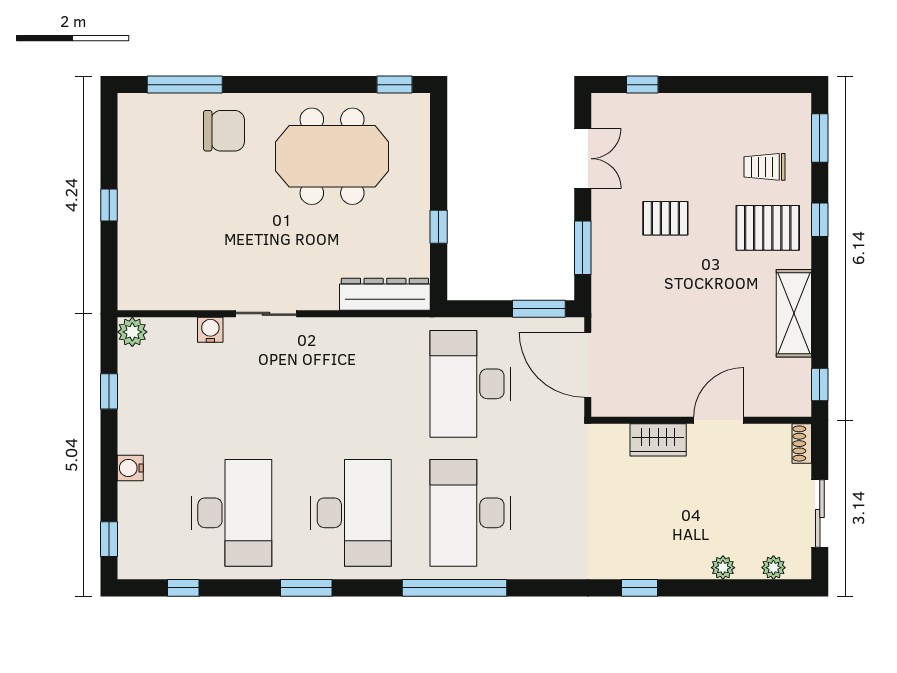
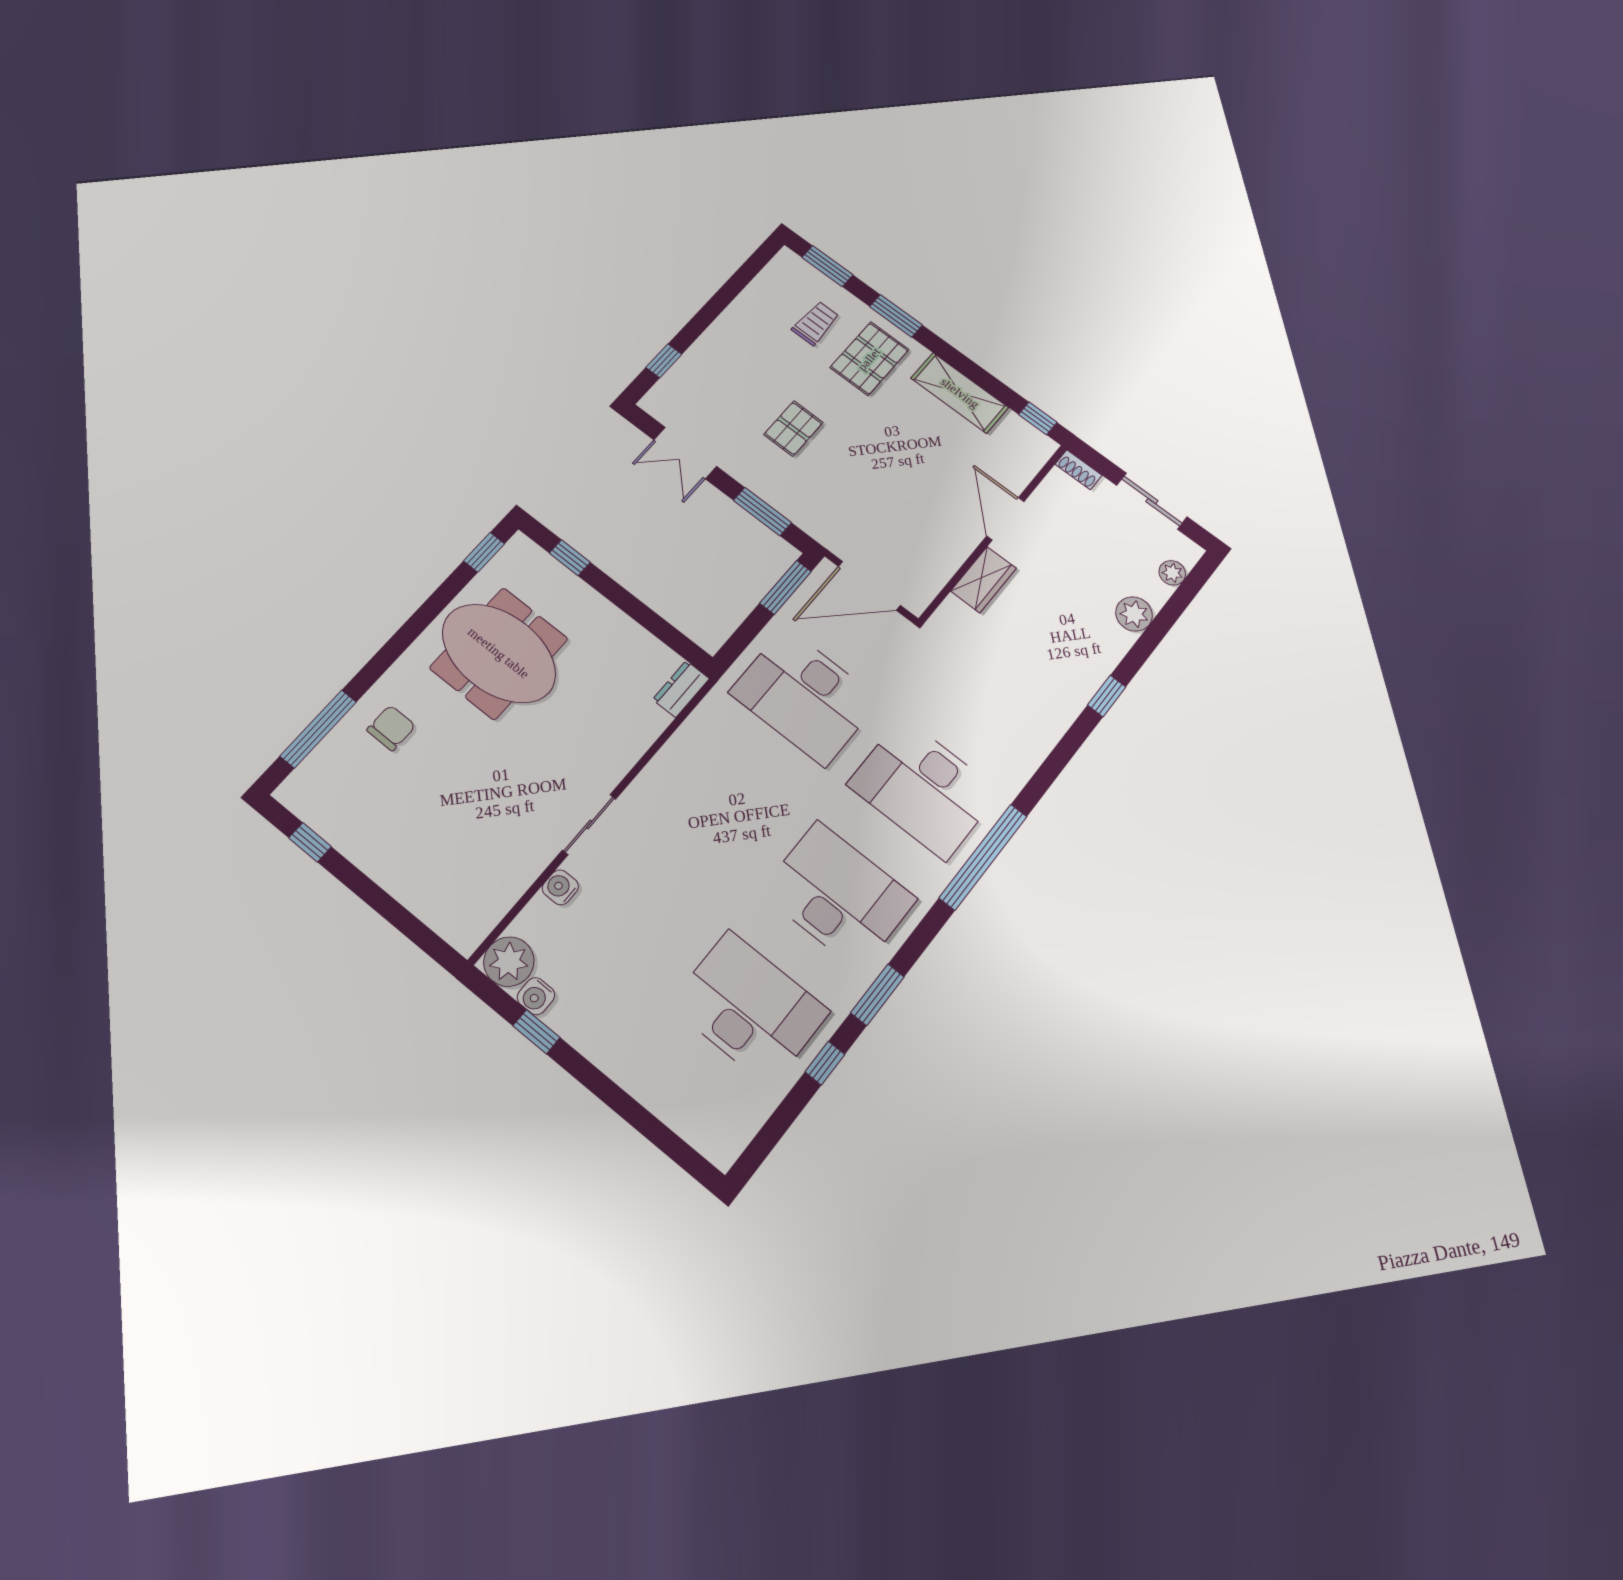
chair: (224, 131) -> (391, 728), width x0.73, depth x0.73
meeting table: (332, 156) -> (499, 653), turned 90
double door: (583, 159) -> (685, 453), swing flipped
trolley: (764, 167) -> (816, 323), turned 180
window: (109, 205) -> (310, 842), moved
window: (820, 220) -> (896, 316), width x1.50
window: (439, 227) -> (570, 558), moved
dresser: (385, 294) -> (681, 689), width x0.51, depth x0.80
plant: (132, 332) -> (509, 962), width x1.36, depth x1.36
water cooler: (130, 468) -> (536, 996), moved
window: (109, 539) -> (679, 1151), removed
plant: (723, 568) -> (1134, 614), width x1.38, depth x1.38
window: (183, 588) -> (825, 1063), moved

